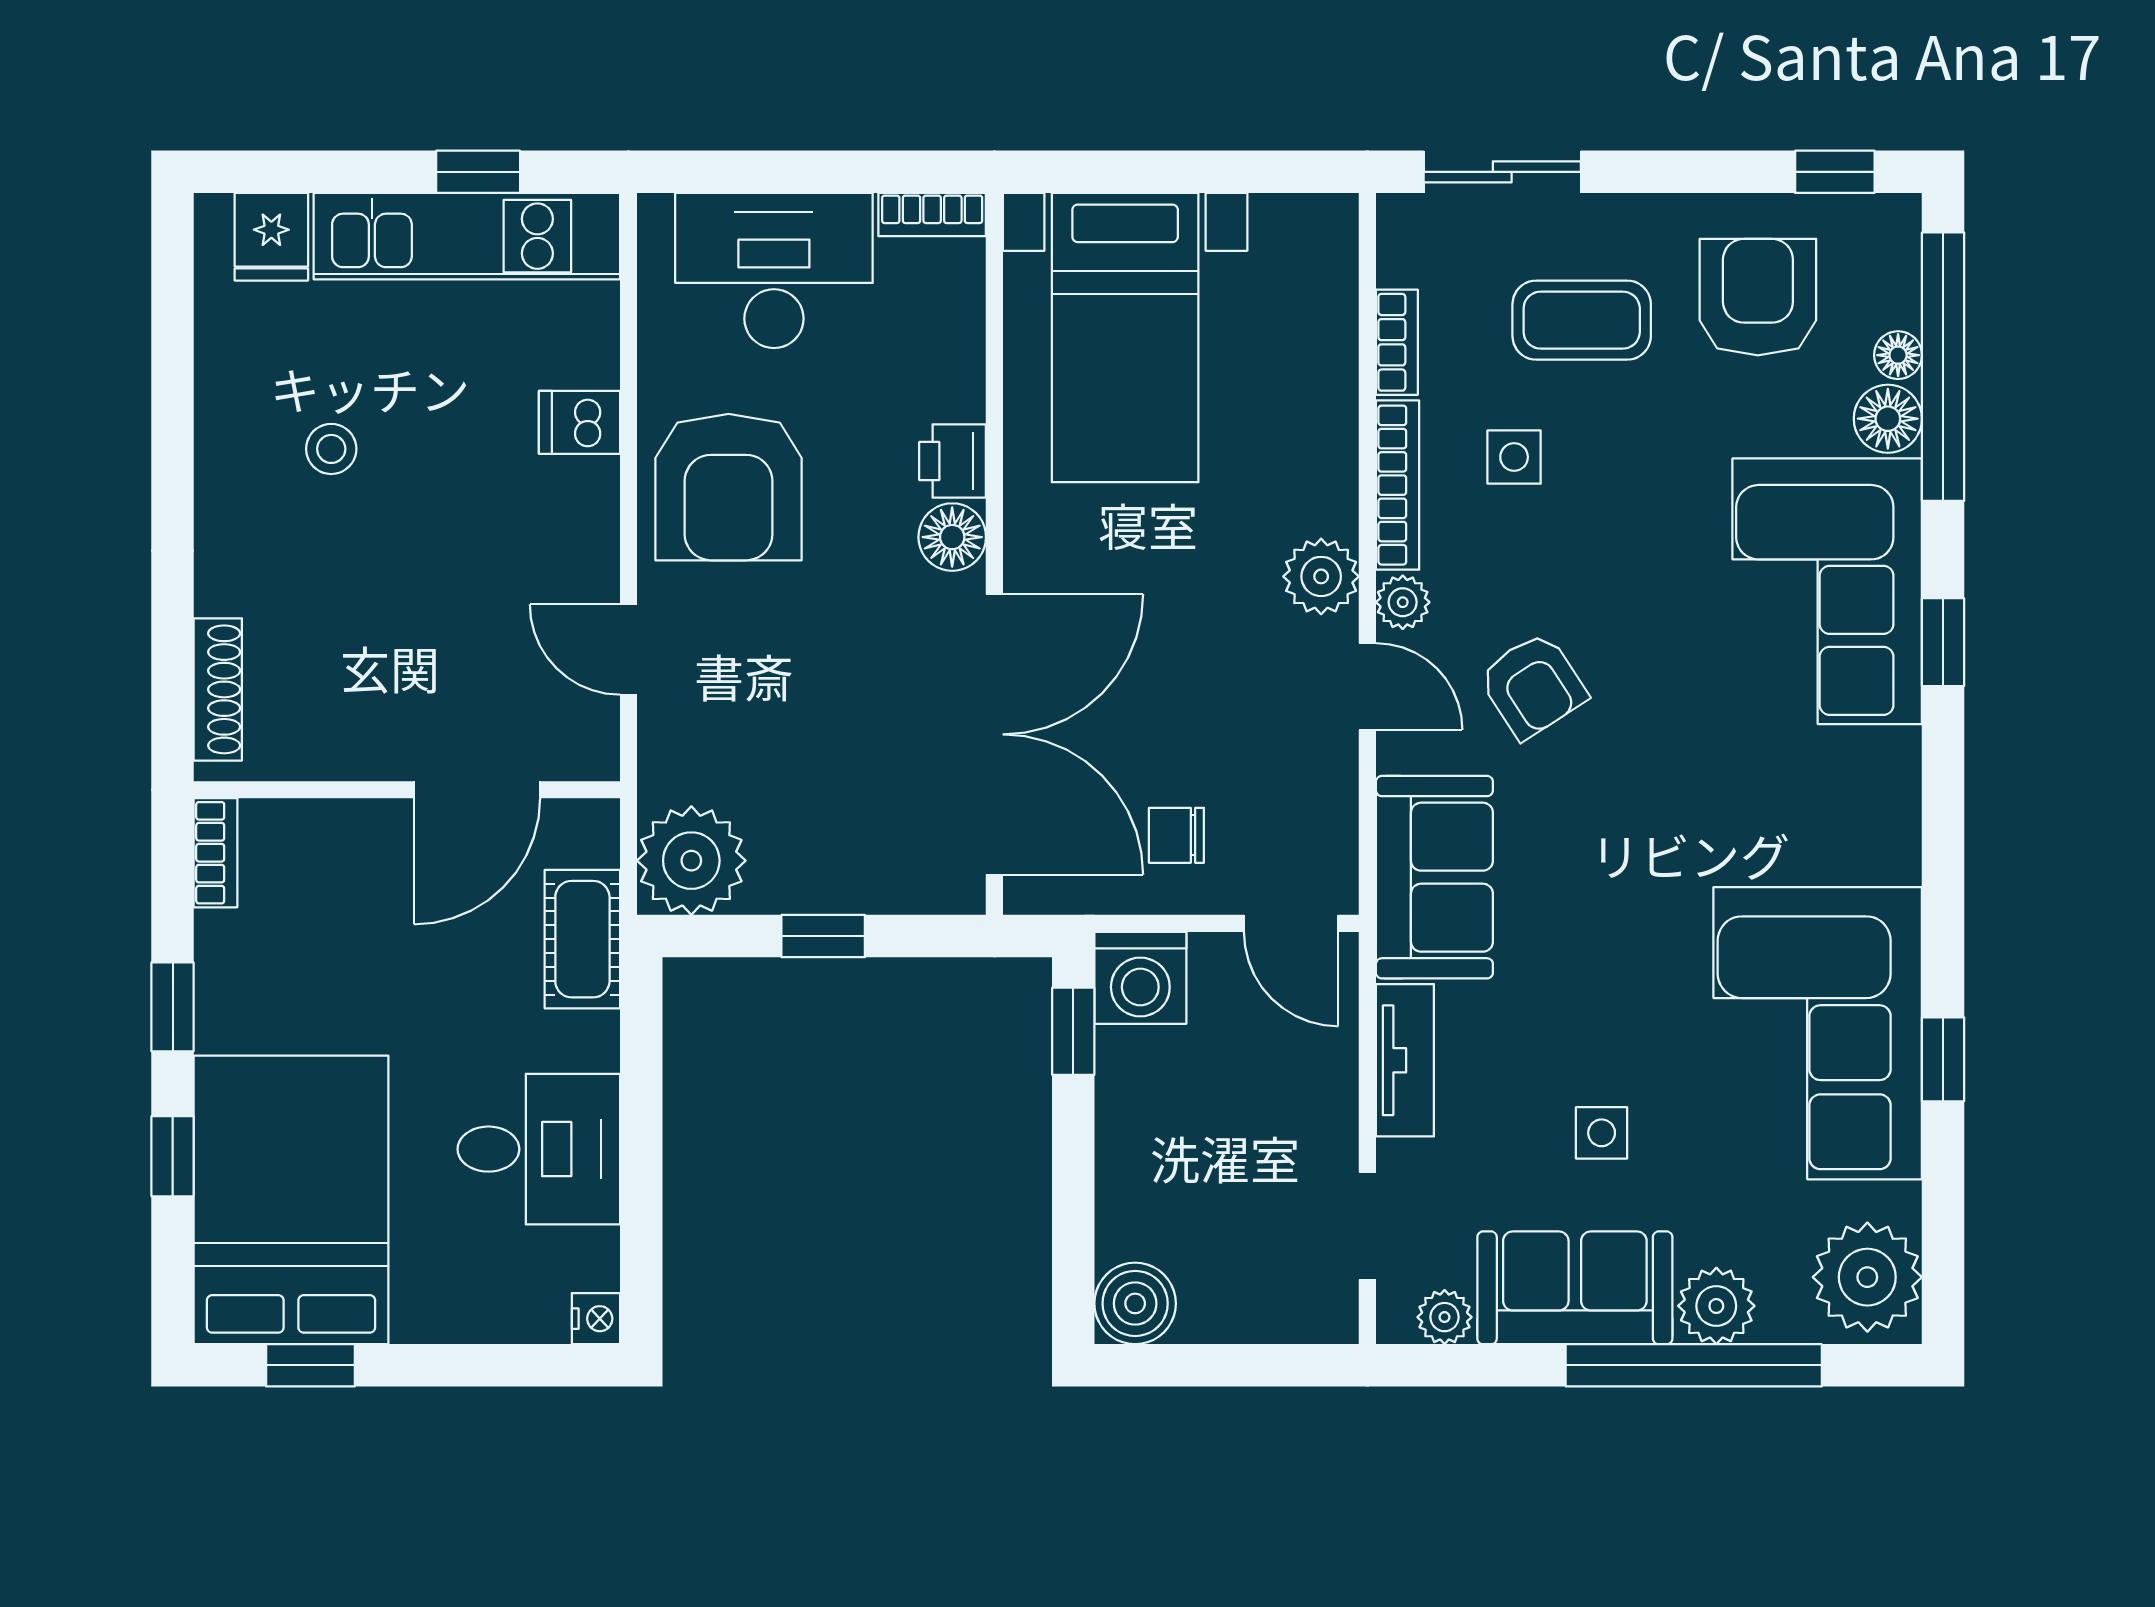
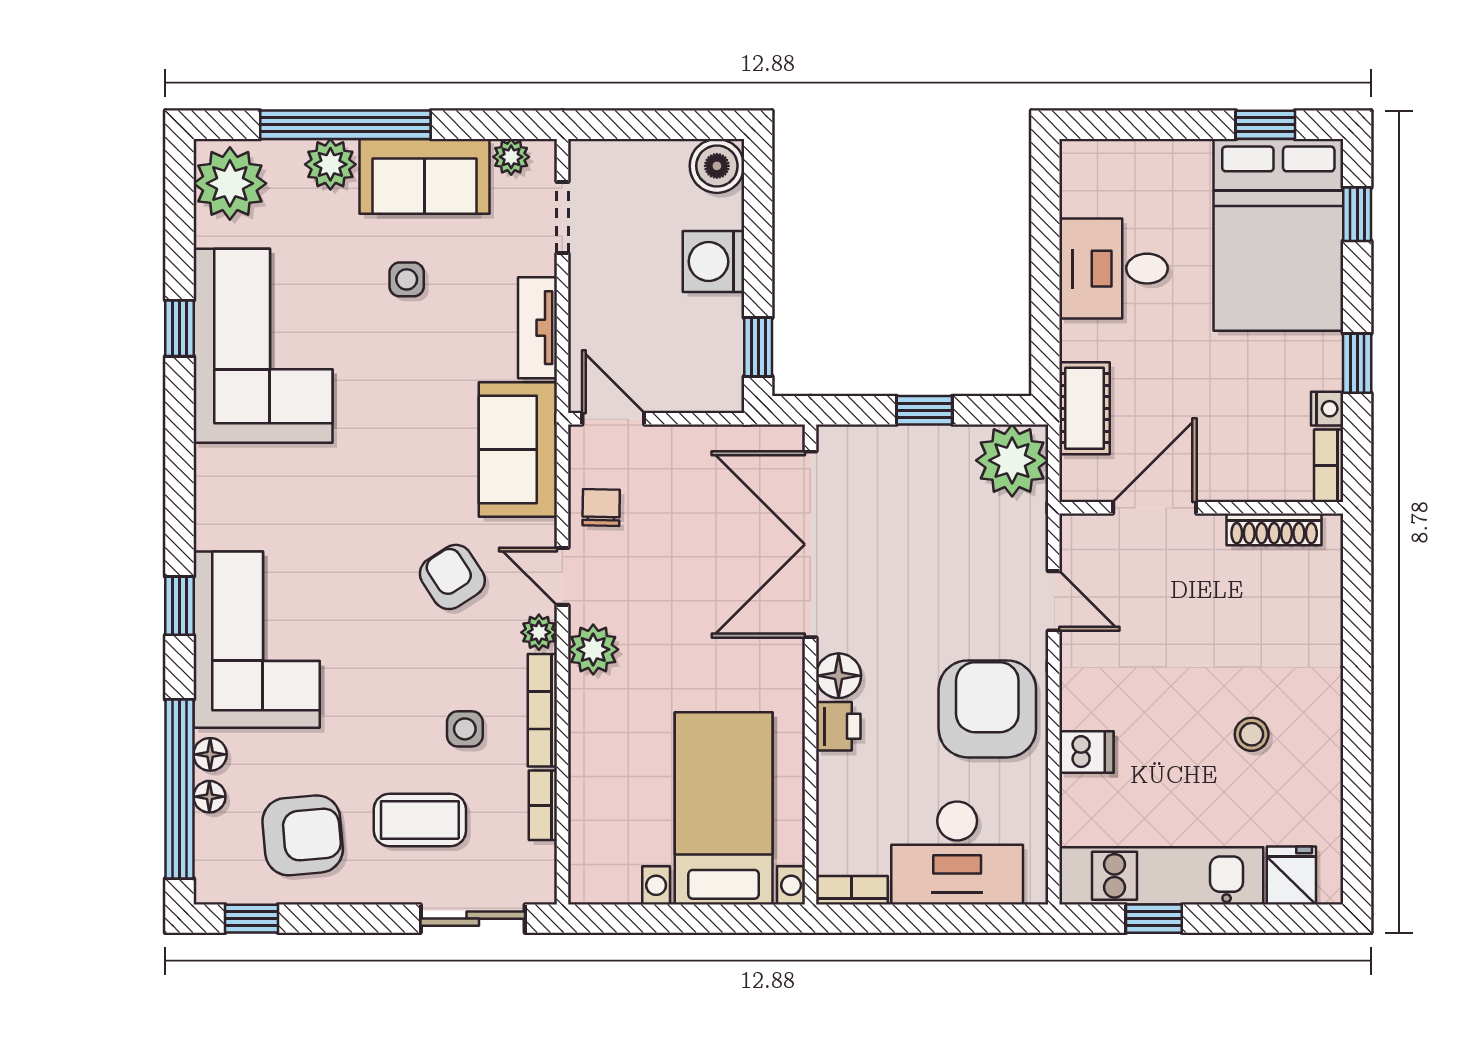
armchair: (1758, 297) -> (303, 835), turned -95
floor lamp: (1888, 419) -> (210, 754), width x0.73, depth x0.73
shoe rack: (218, 689) -> (1274, 529), moved, turned -90
chair: (1176, 835) -> (601, 508), moved, turned -89
washing machine: (1140, 978) -> (713, 261), moved, turned -90
window: (173, 1156) -> (1357, 214), moved
nightstand: (596, 1319) -> (1327, 409), moved, turned 180

